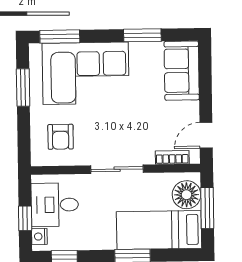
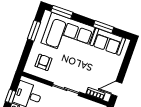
sofa: (182, 71) -> (108, 42), moved, turned -90
armchair: (61, 137) -> (43, 62), turned 180

